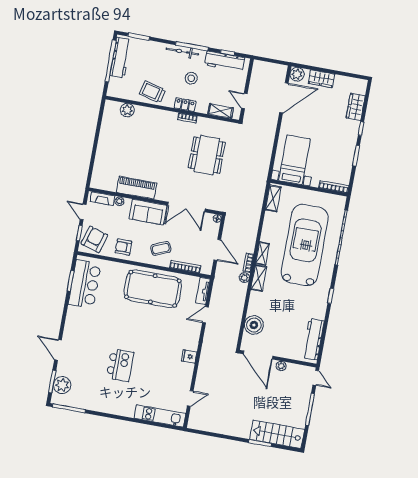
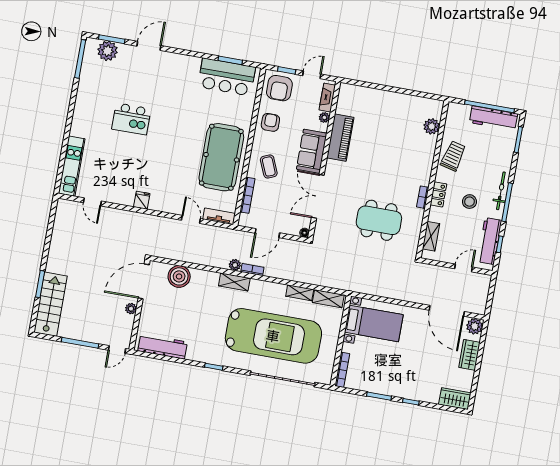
door: (244, 101) -> (463, 268), moved
wardrobe: (356, 107) -> (455, 399), moved
armchair: (94, 239) -> (279, 88), turned 73
shelving: (262, 254) -> (300, 293), moved

